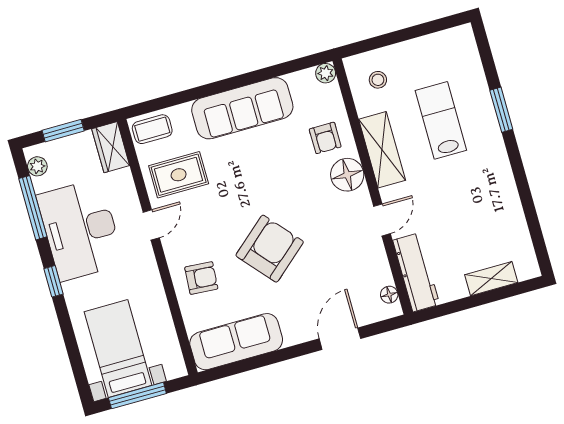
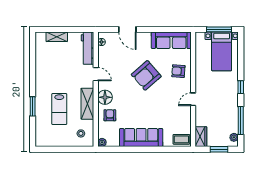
rug: (179, 175) -> (176, 117), removed
door: (382, 220) -> (96, 74), swing flipped
desk: (80, 230) -> (223, 106), removed
door: (340, 339) -> (127, 29), hinge flipped

